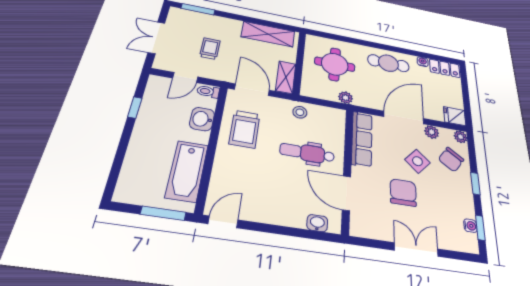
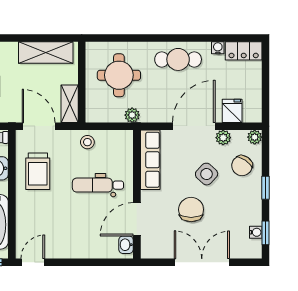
fridge: (455, 116) -> (232, 111), moved, turned 90
door: (346, 193) -> (137, 219), hinge flipped
washbasin: (317, 223) -> (126, 245), moved, turned -90
double door: (416, 250) -> (202, 262), width x1.37

